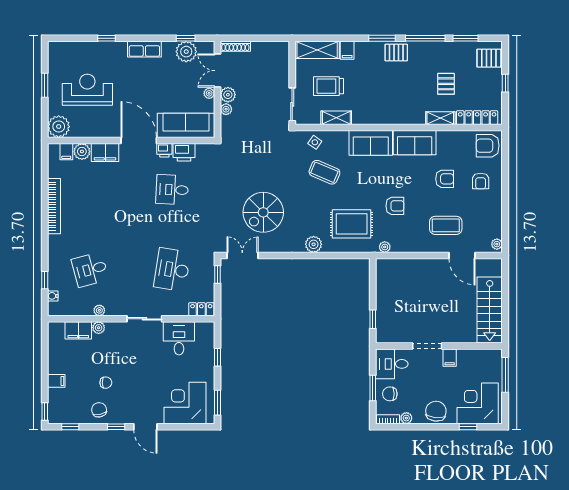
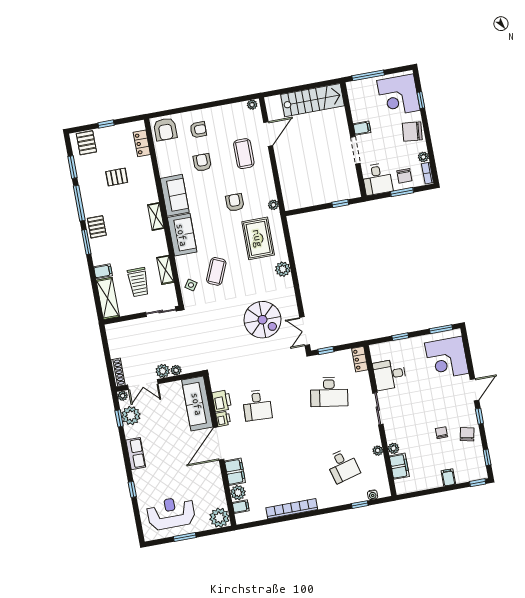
reception desk: (87, 90) -> (171, 513), moved, turned 90
plant: (209, 93) -> (123, 396), moved
shelving: (440, 118) -> (156, 217), moved
locker: (477, 118) -> (142, 143), width x0.66
chair: (99, 410) -> (467, 434), turned 114

